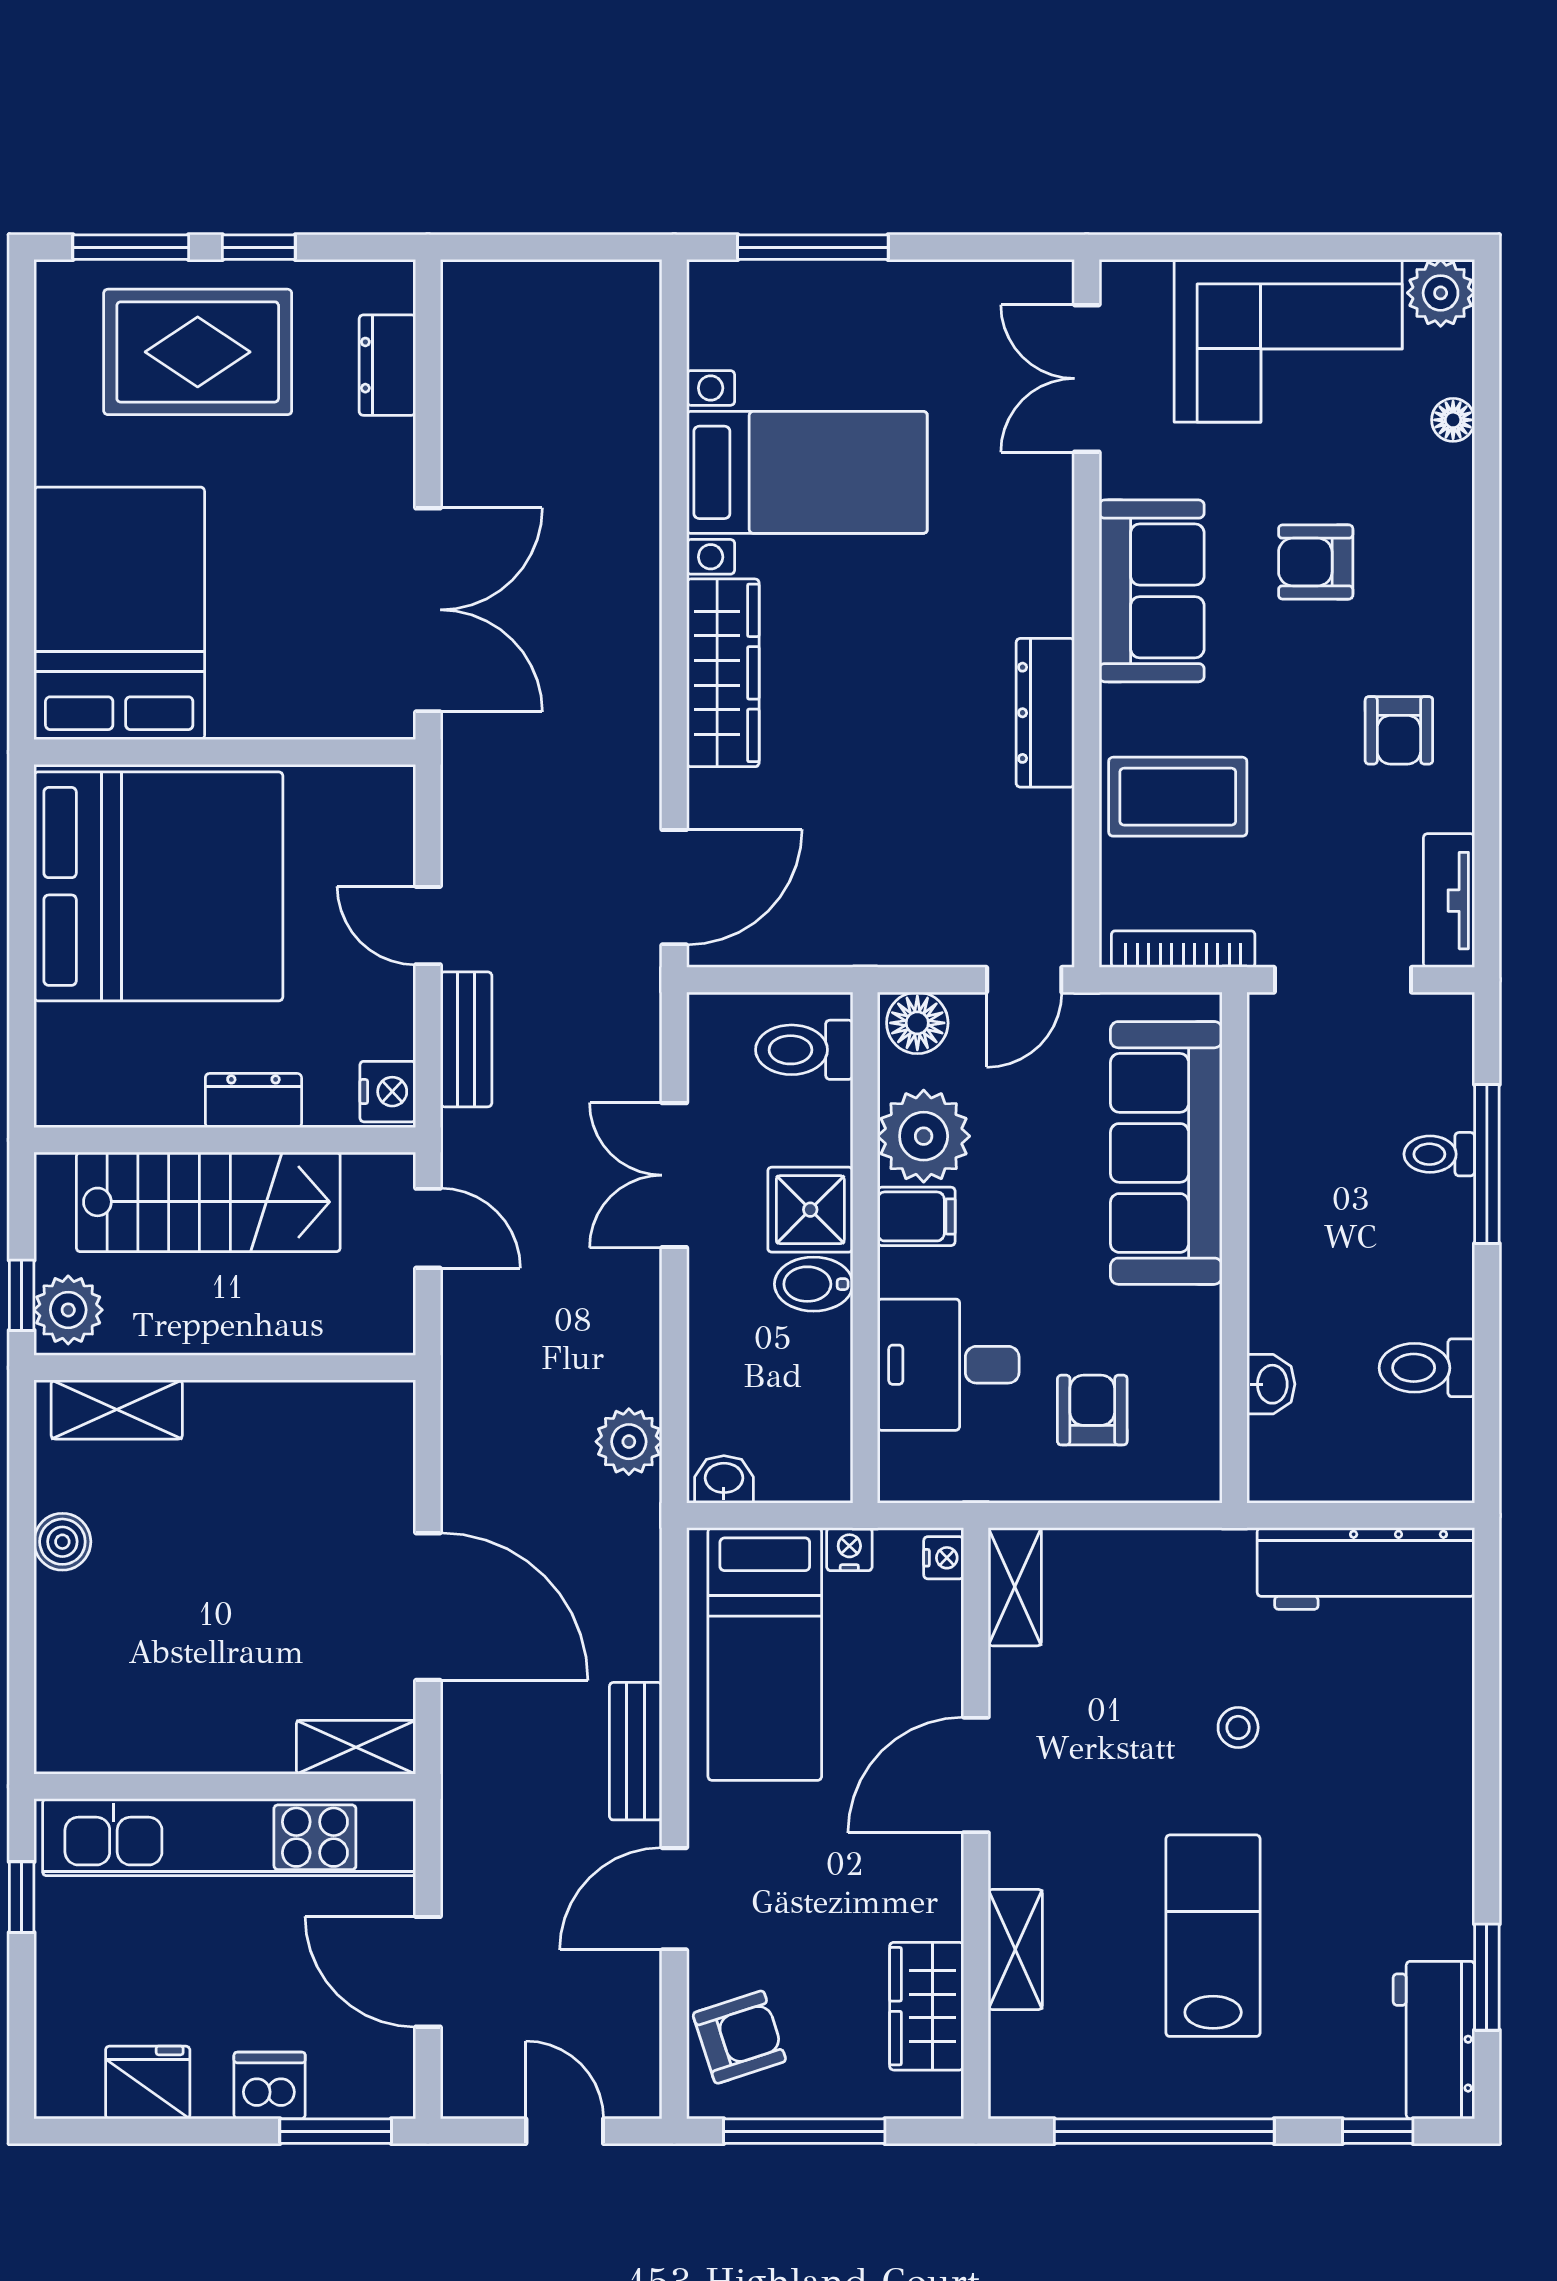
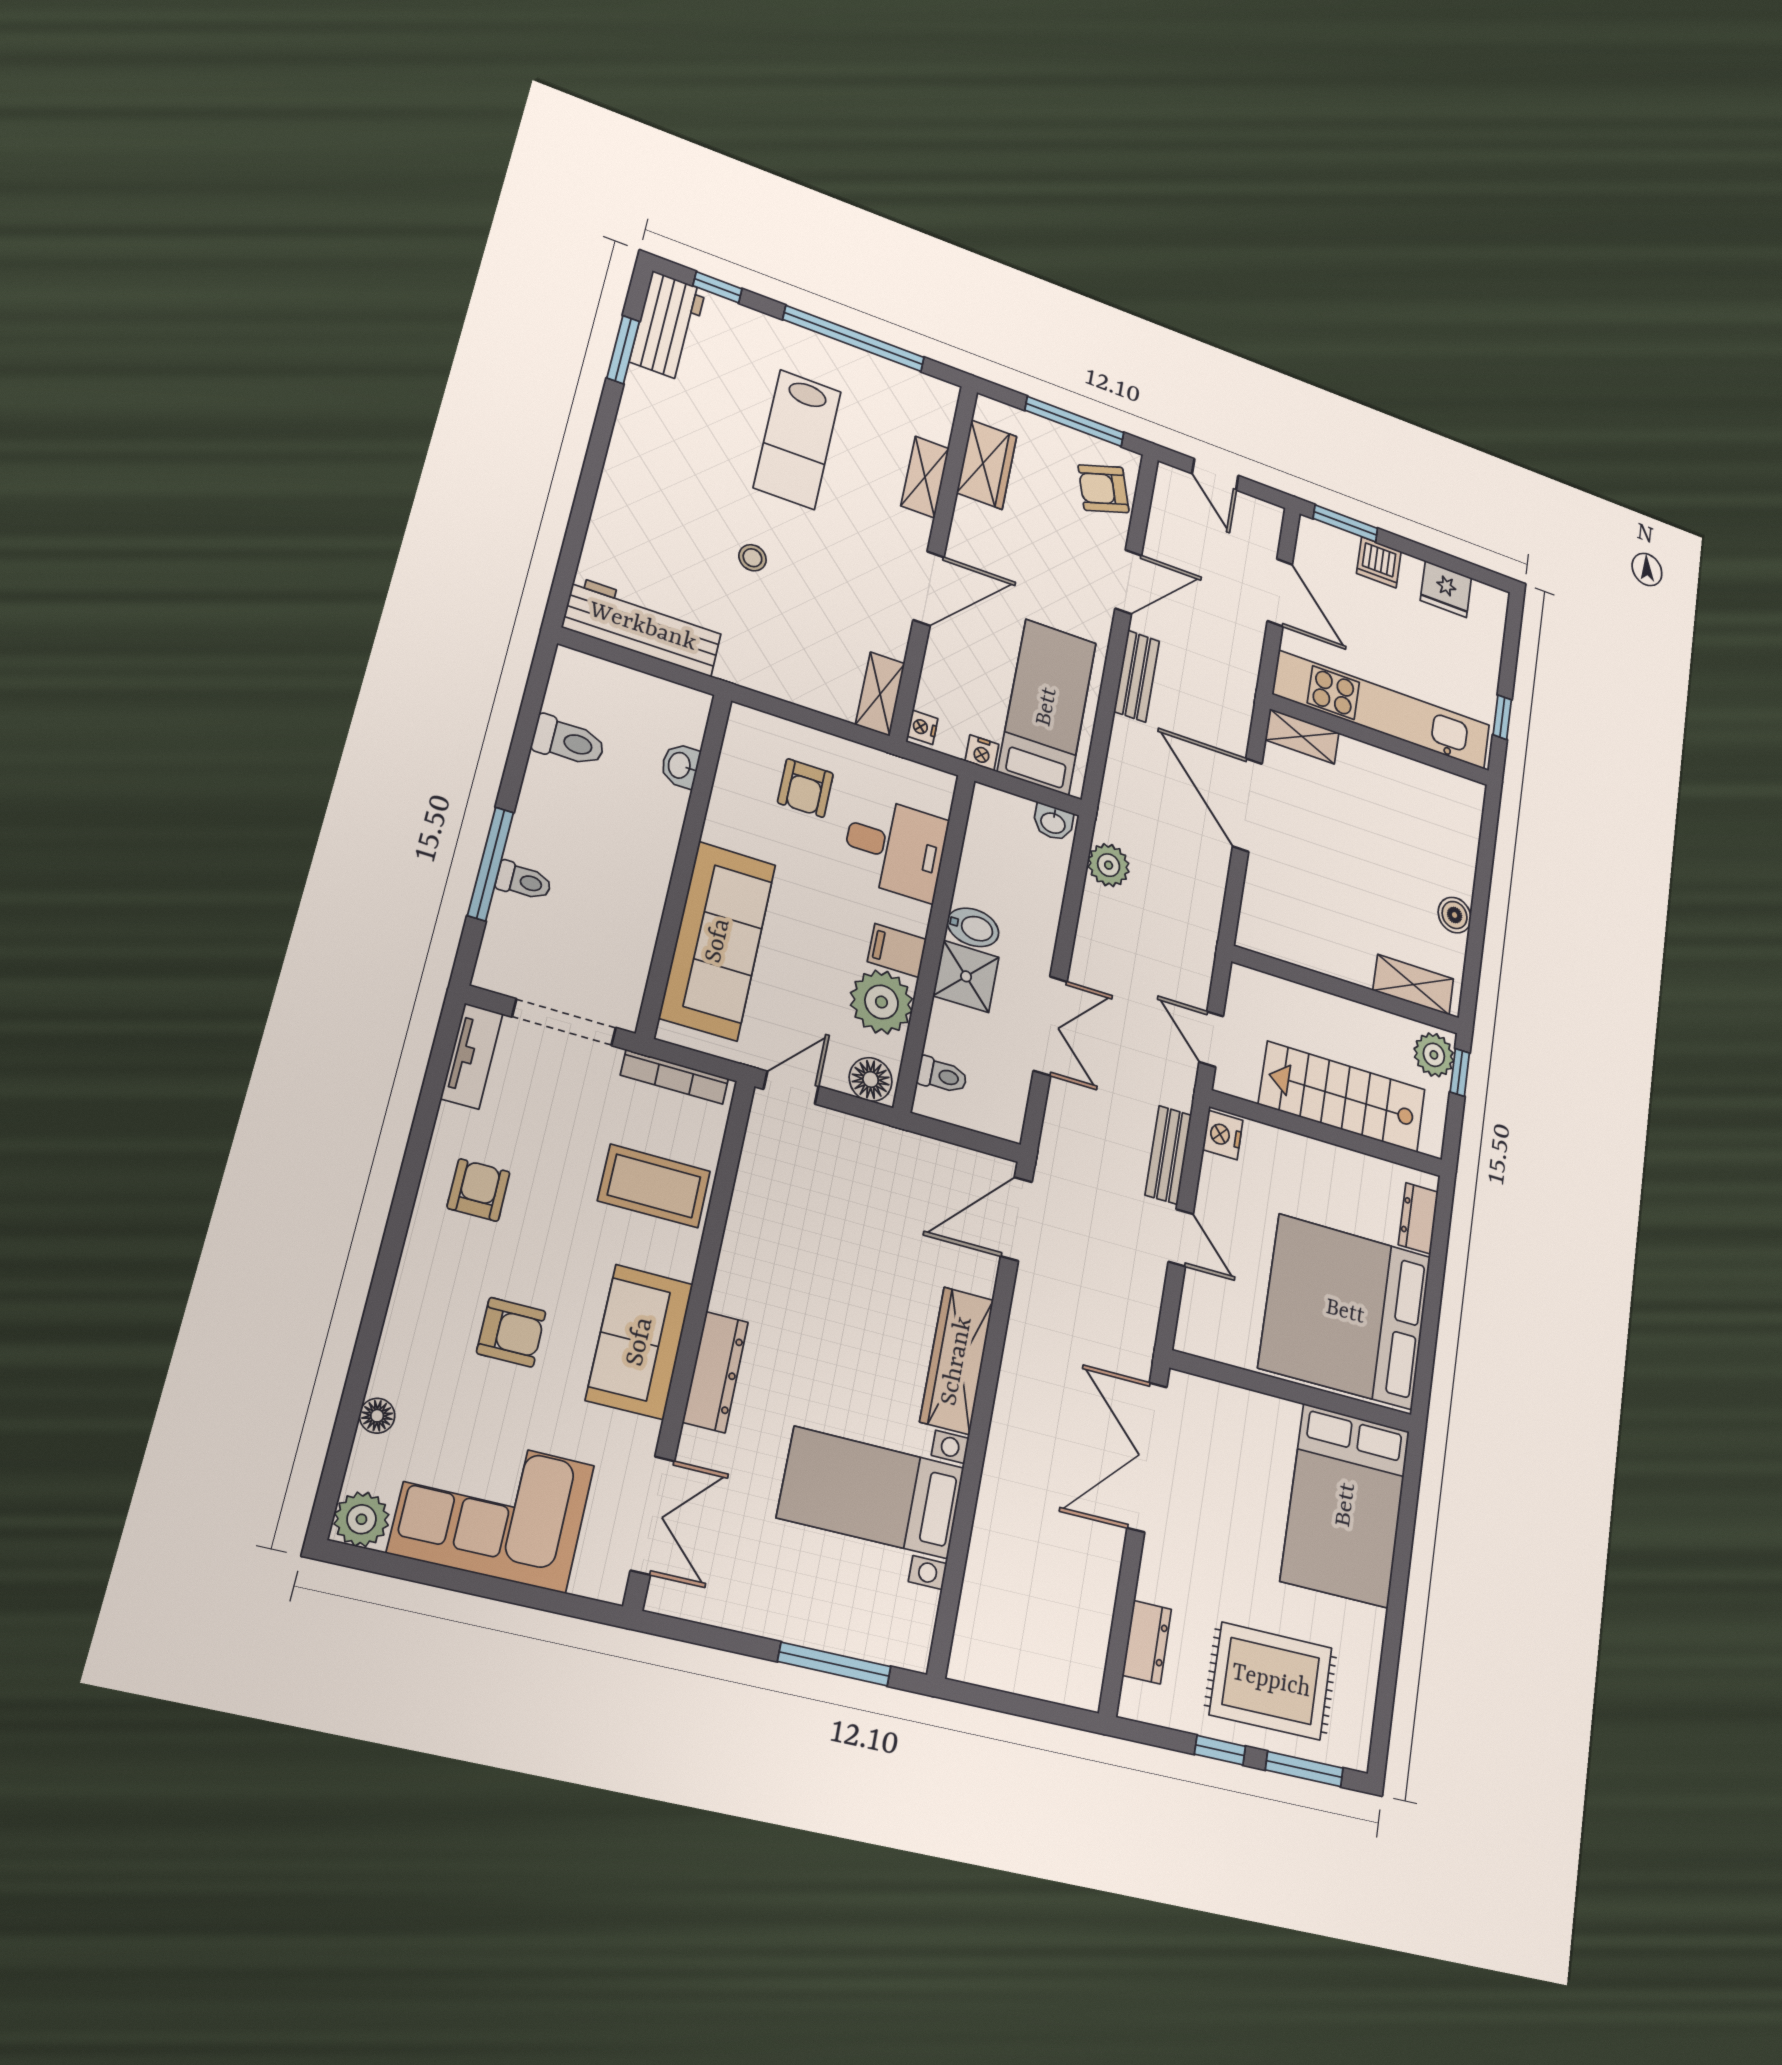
dresser: (1045, 713) -> (715, 1372), moved
toilet: (804, 1050) -> (942, 1075), width x0.73, depth x0.72
dresser: (253, 1101) -> (1418, 1218), moved, turned 90

